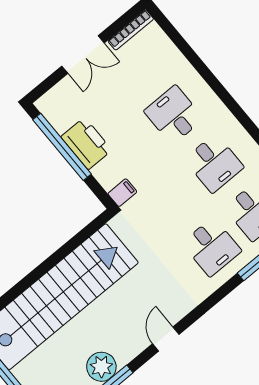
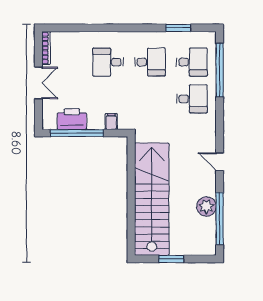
printer: (86, 143) -> (72, 119), moved
filing cabinet: (122, 193) -> (111, 122), moved

